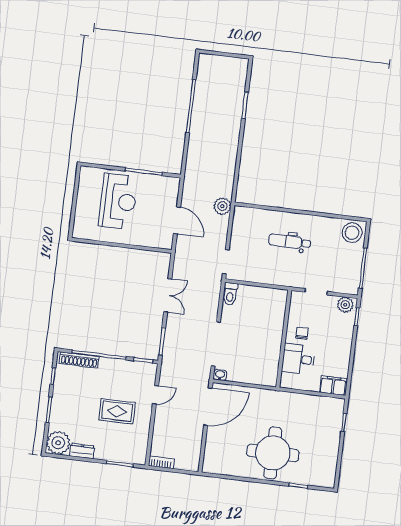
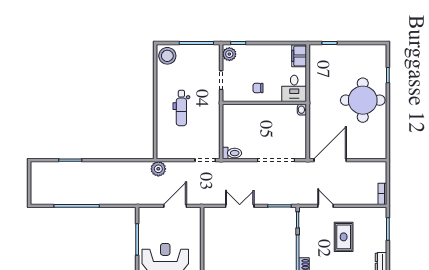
desk: (298, 359) -> (294, 88), moved
washbasin: (220, 375) -> (302, 110), moved
door: (208, 407) -> (330, 160), hinge flipped

